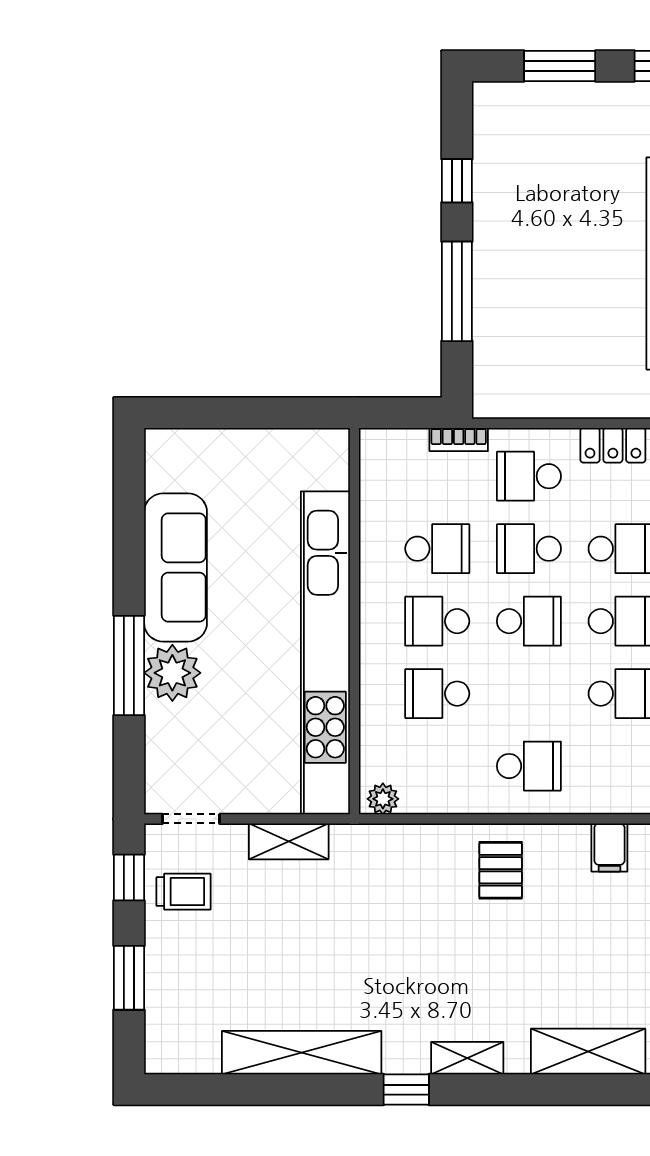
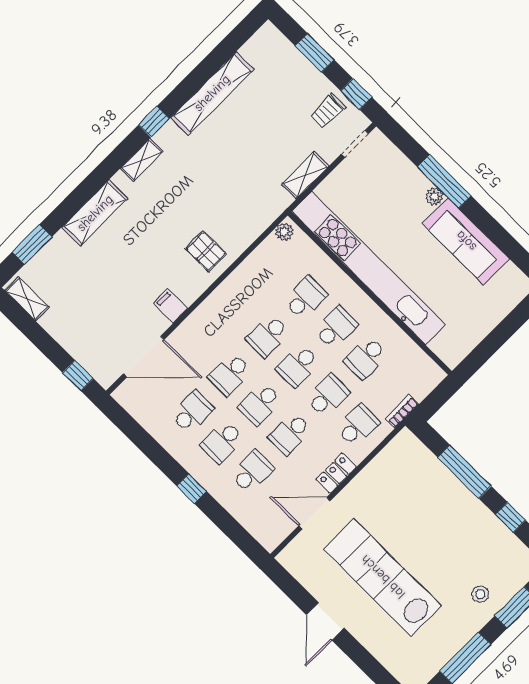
stool: (586, 125) -> (480, 594), added
plant: (172, 673) -> (434, 196), width x0.53, depth x0.53
school desk: (529, 766) -> (268, 336), moved

